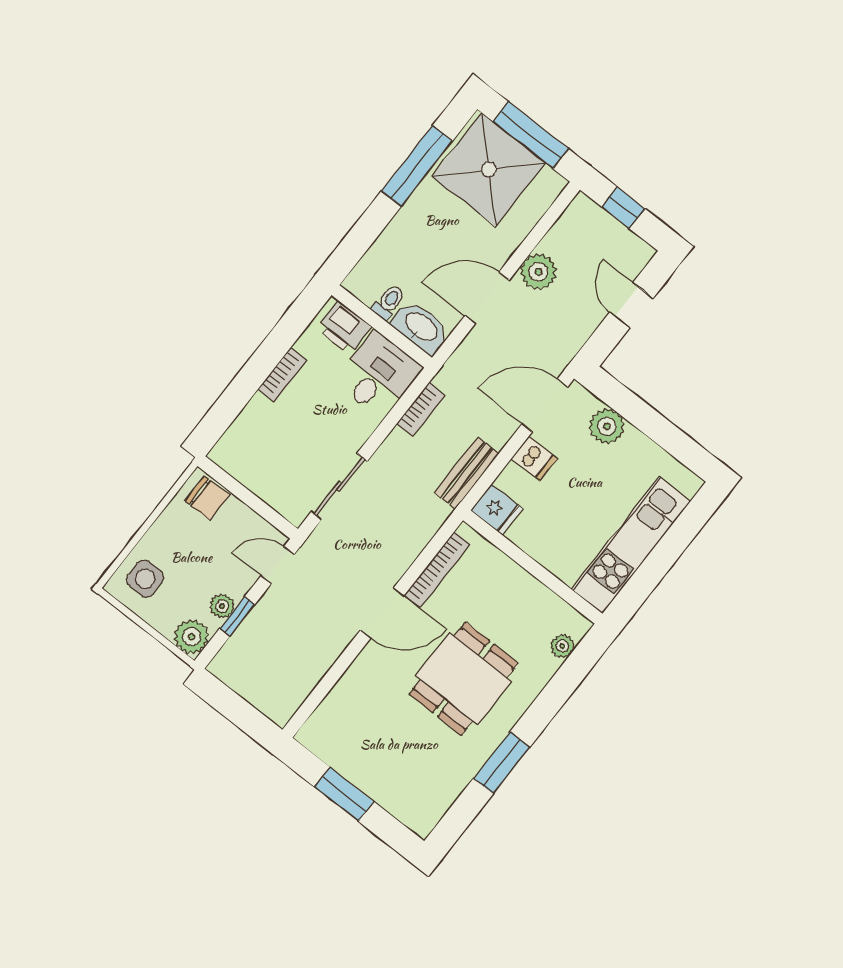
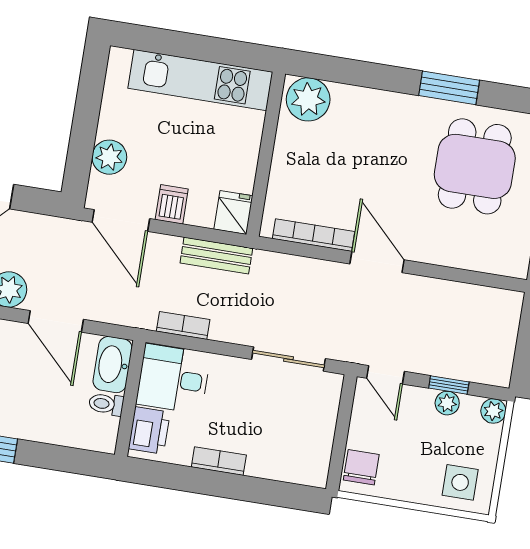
plant: (192, 637) -> (493, 411), width x0.73, depth x0.73
plant: (562, 646) -> (308, 99), width x1.88, depth x1.88
dining table: (464, 679) -> (475, 166), moved, turned 90

